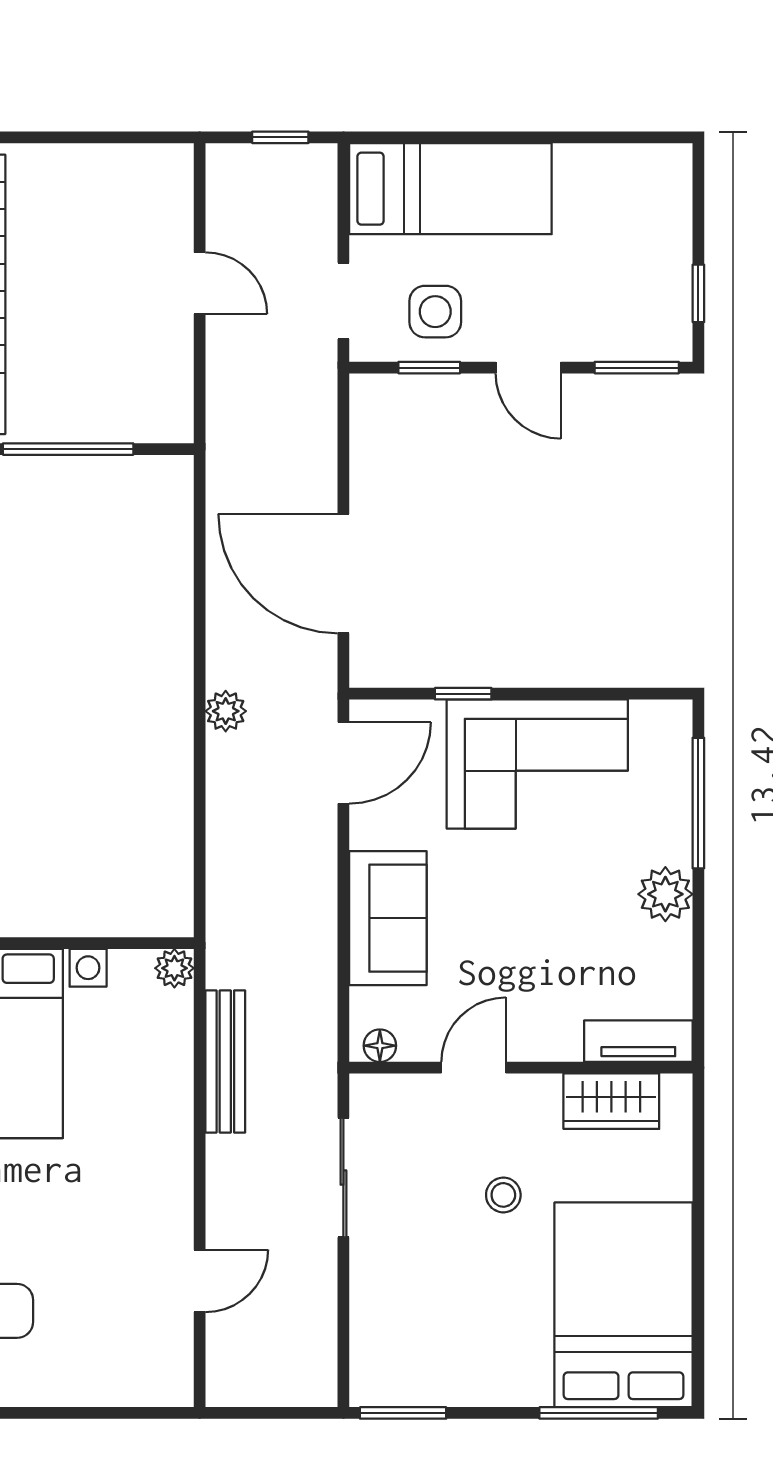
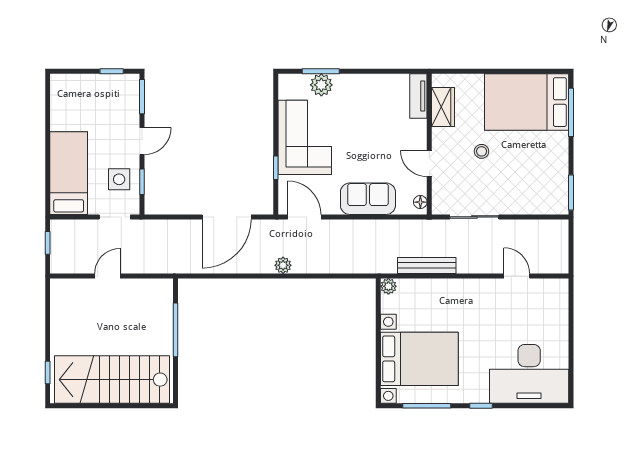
window: (698, 803) -> (321, 71), width x0.69
plant: (665, 894) -> (321, 85), moved

